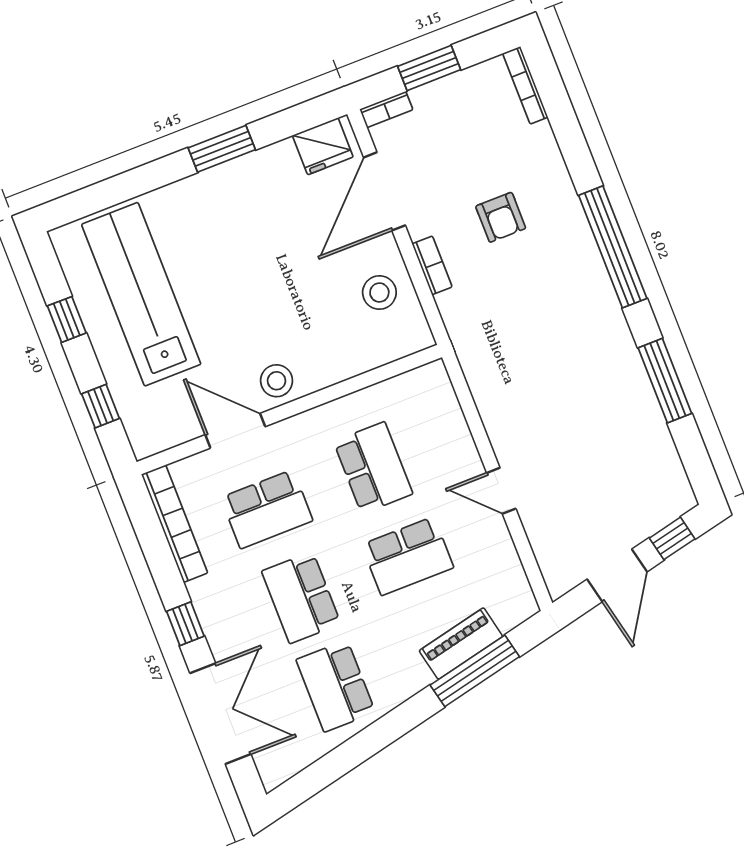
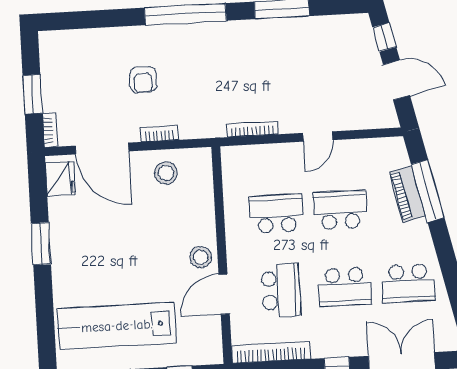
bookcase: (525, 85) -> (252, 129), moved, turned 180
armchair: (501, 217) -> (143, 80), turned 90
school desk: (408, 556) -> (340, 210), turned -90

